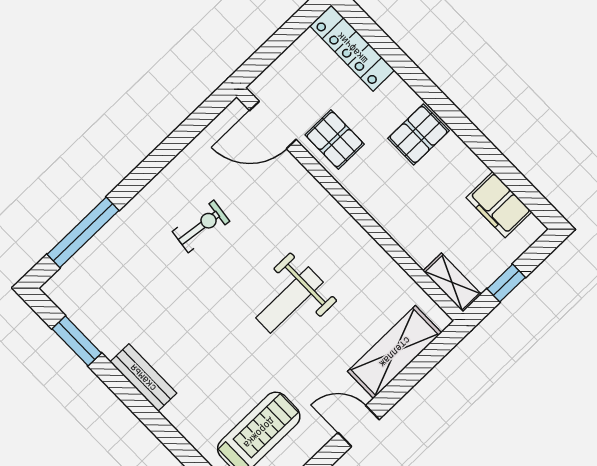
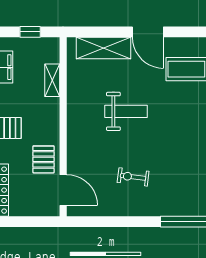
shelving: (452, 283) -> (52, 80), moved
door: (359, 426) -> (148, 32), width x1.38

